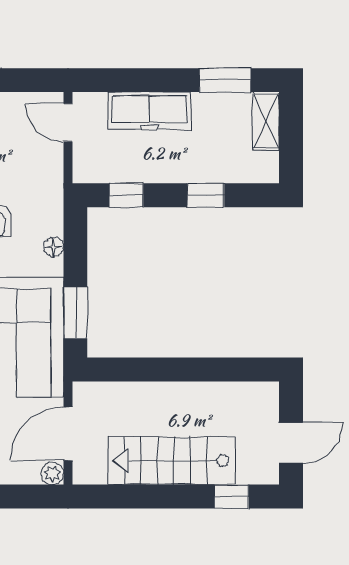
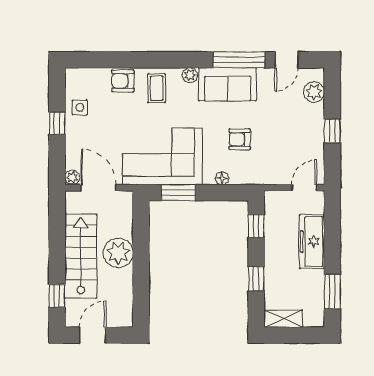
shelving: (266, 121) -> (283, 319), moved
plant: (166, 404) -> (118, 253), added
door: (291, 443) -> (93, 335), swing flipped

